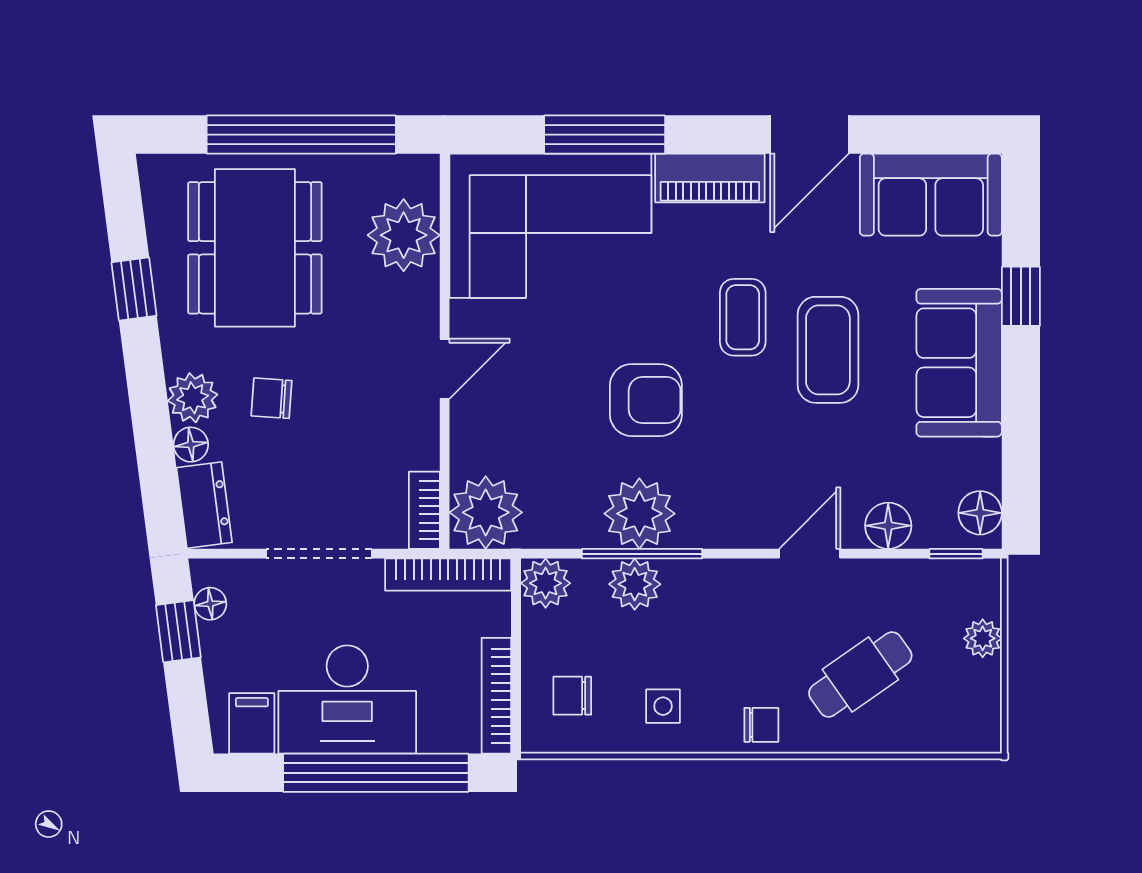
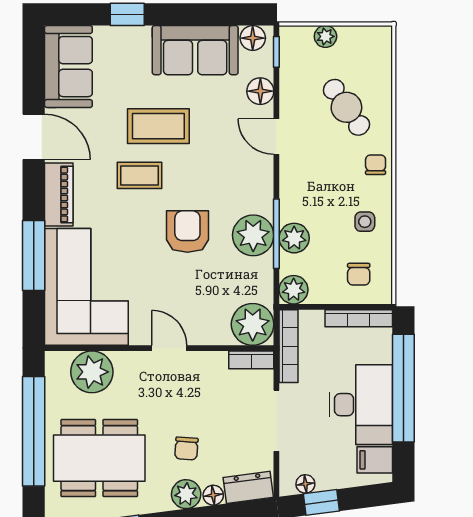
sofa: (959, 363) -> (195, 50), moved

